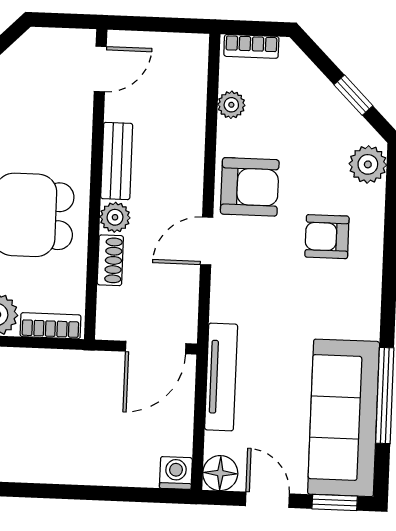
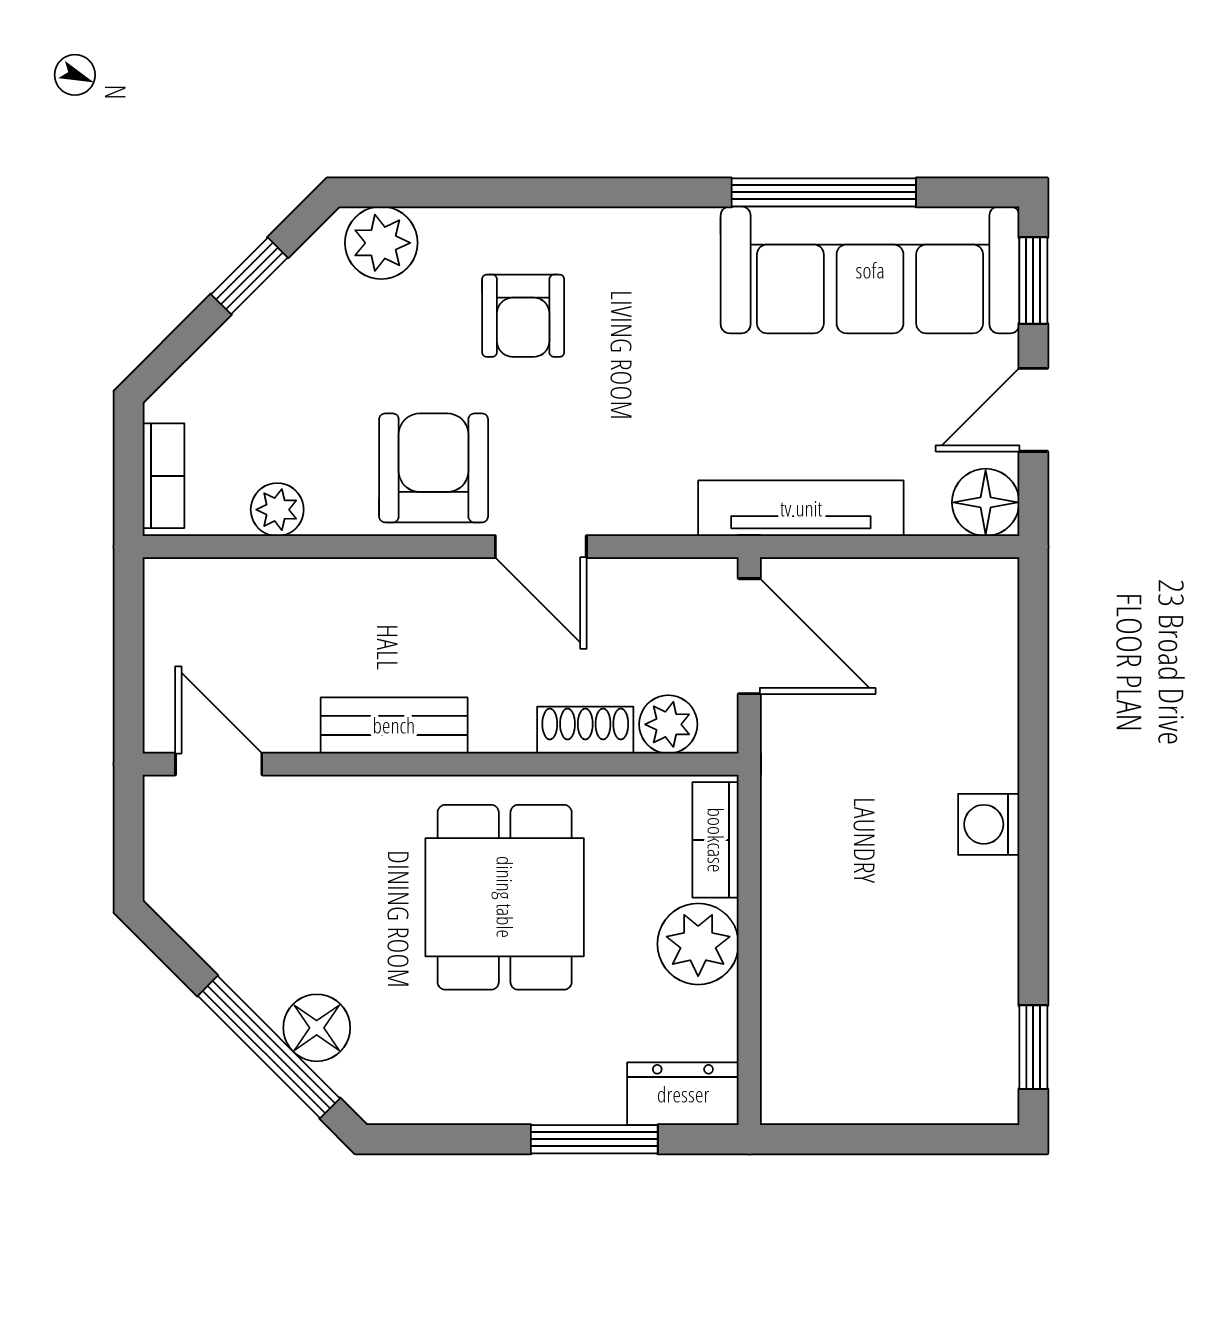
plant: (115, 217) -> (668, 724), moved
washing machine: (176, 473) -> (989, 824), moved

